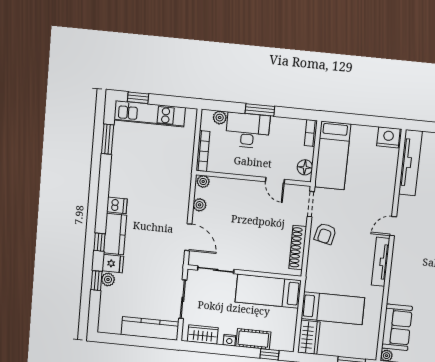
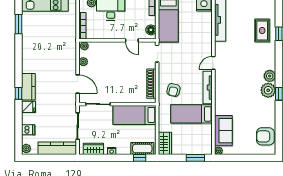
dishwasher: (117, 205) -> (28, 130), moved
armchair: (325, 234) -> (173, 90), moved
plant: (108, 279) -> (26, 148), moved
window: (96, 281) -> (19, 119), removed
bed: (333, 308) -> (191, 114), moved, turned 180
cot: (253, 339) -> (142, 149), moved

